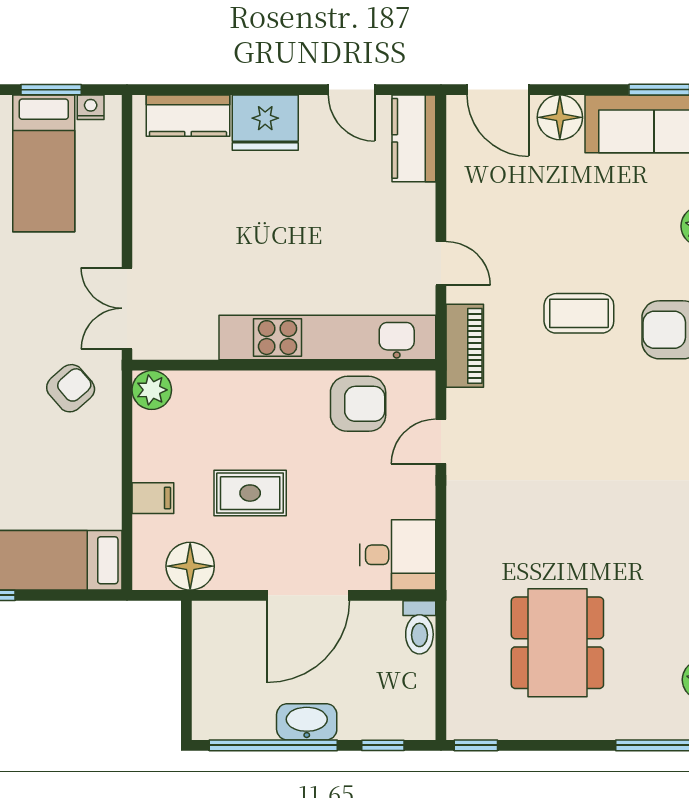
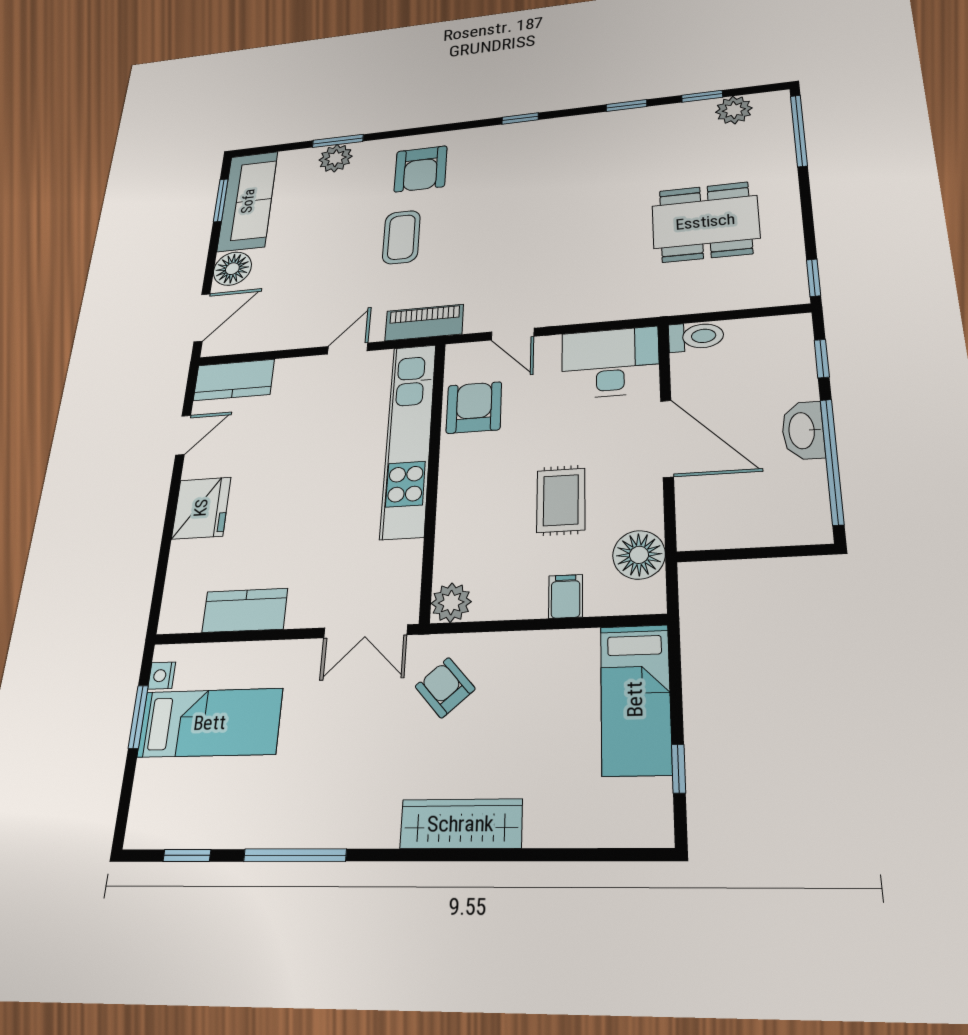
kitchen counter: (188, 116) -> (245, 610), moved, turned -90
desk: (398, 555) -> (610, 362), width x1.37

